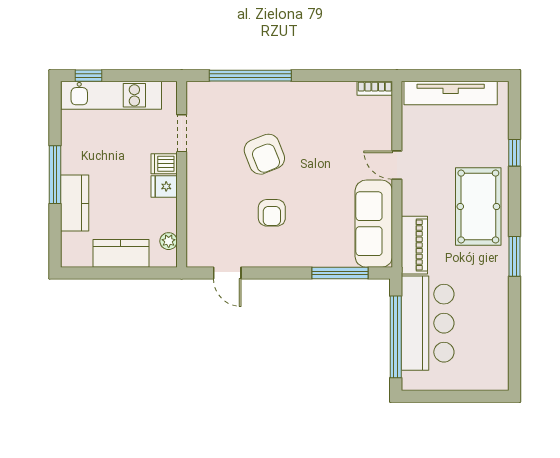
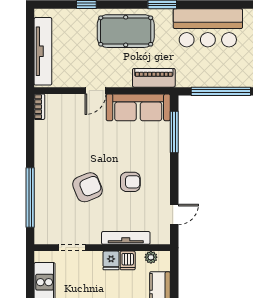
dishwasher: (164, 164) -> (128, 260), moved
tv unit: (195, 207) -> (126, 238), added
bar counter: (428, 323) -> (208, 28), moved, turned 180

